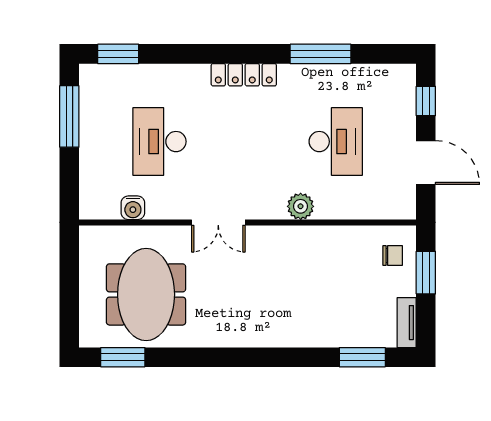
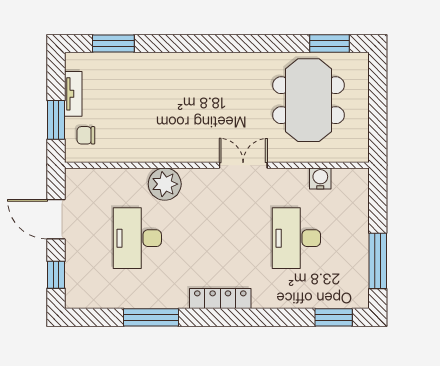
desk: (159, 142) -> (296, 238), turned 180
plant: (301, 206) -> (165, 184), width x1.36, depth x1.36
tv unit: (407, 323) -> (73, 94), moved

